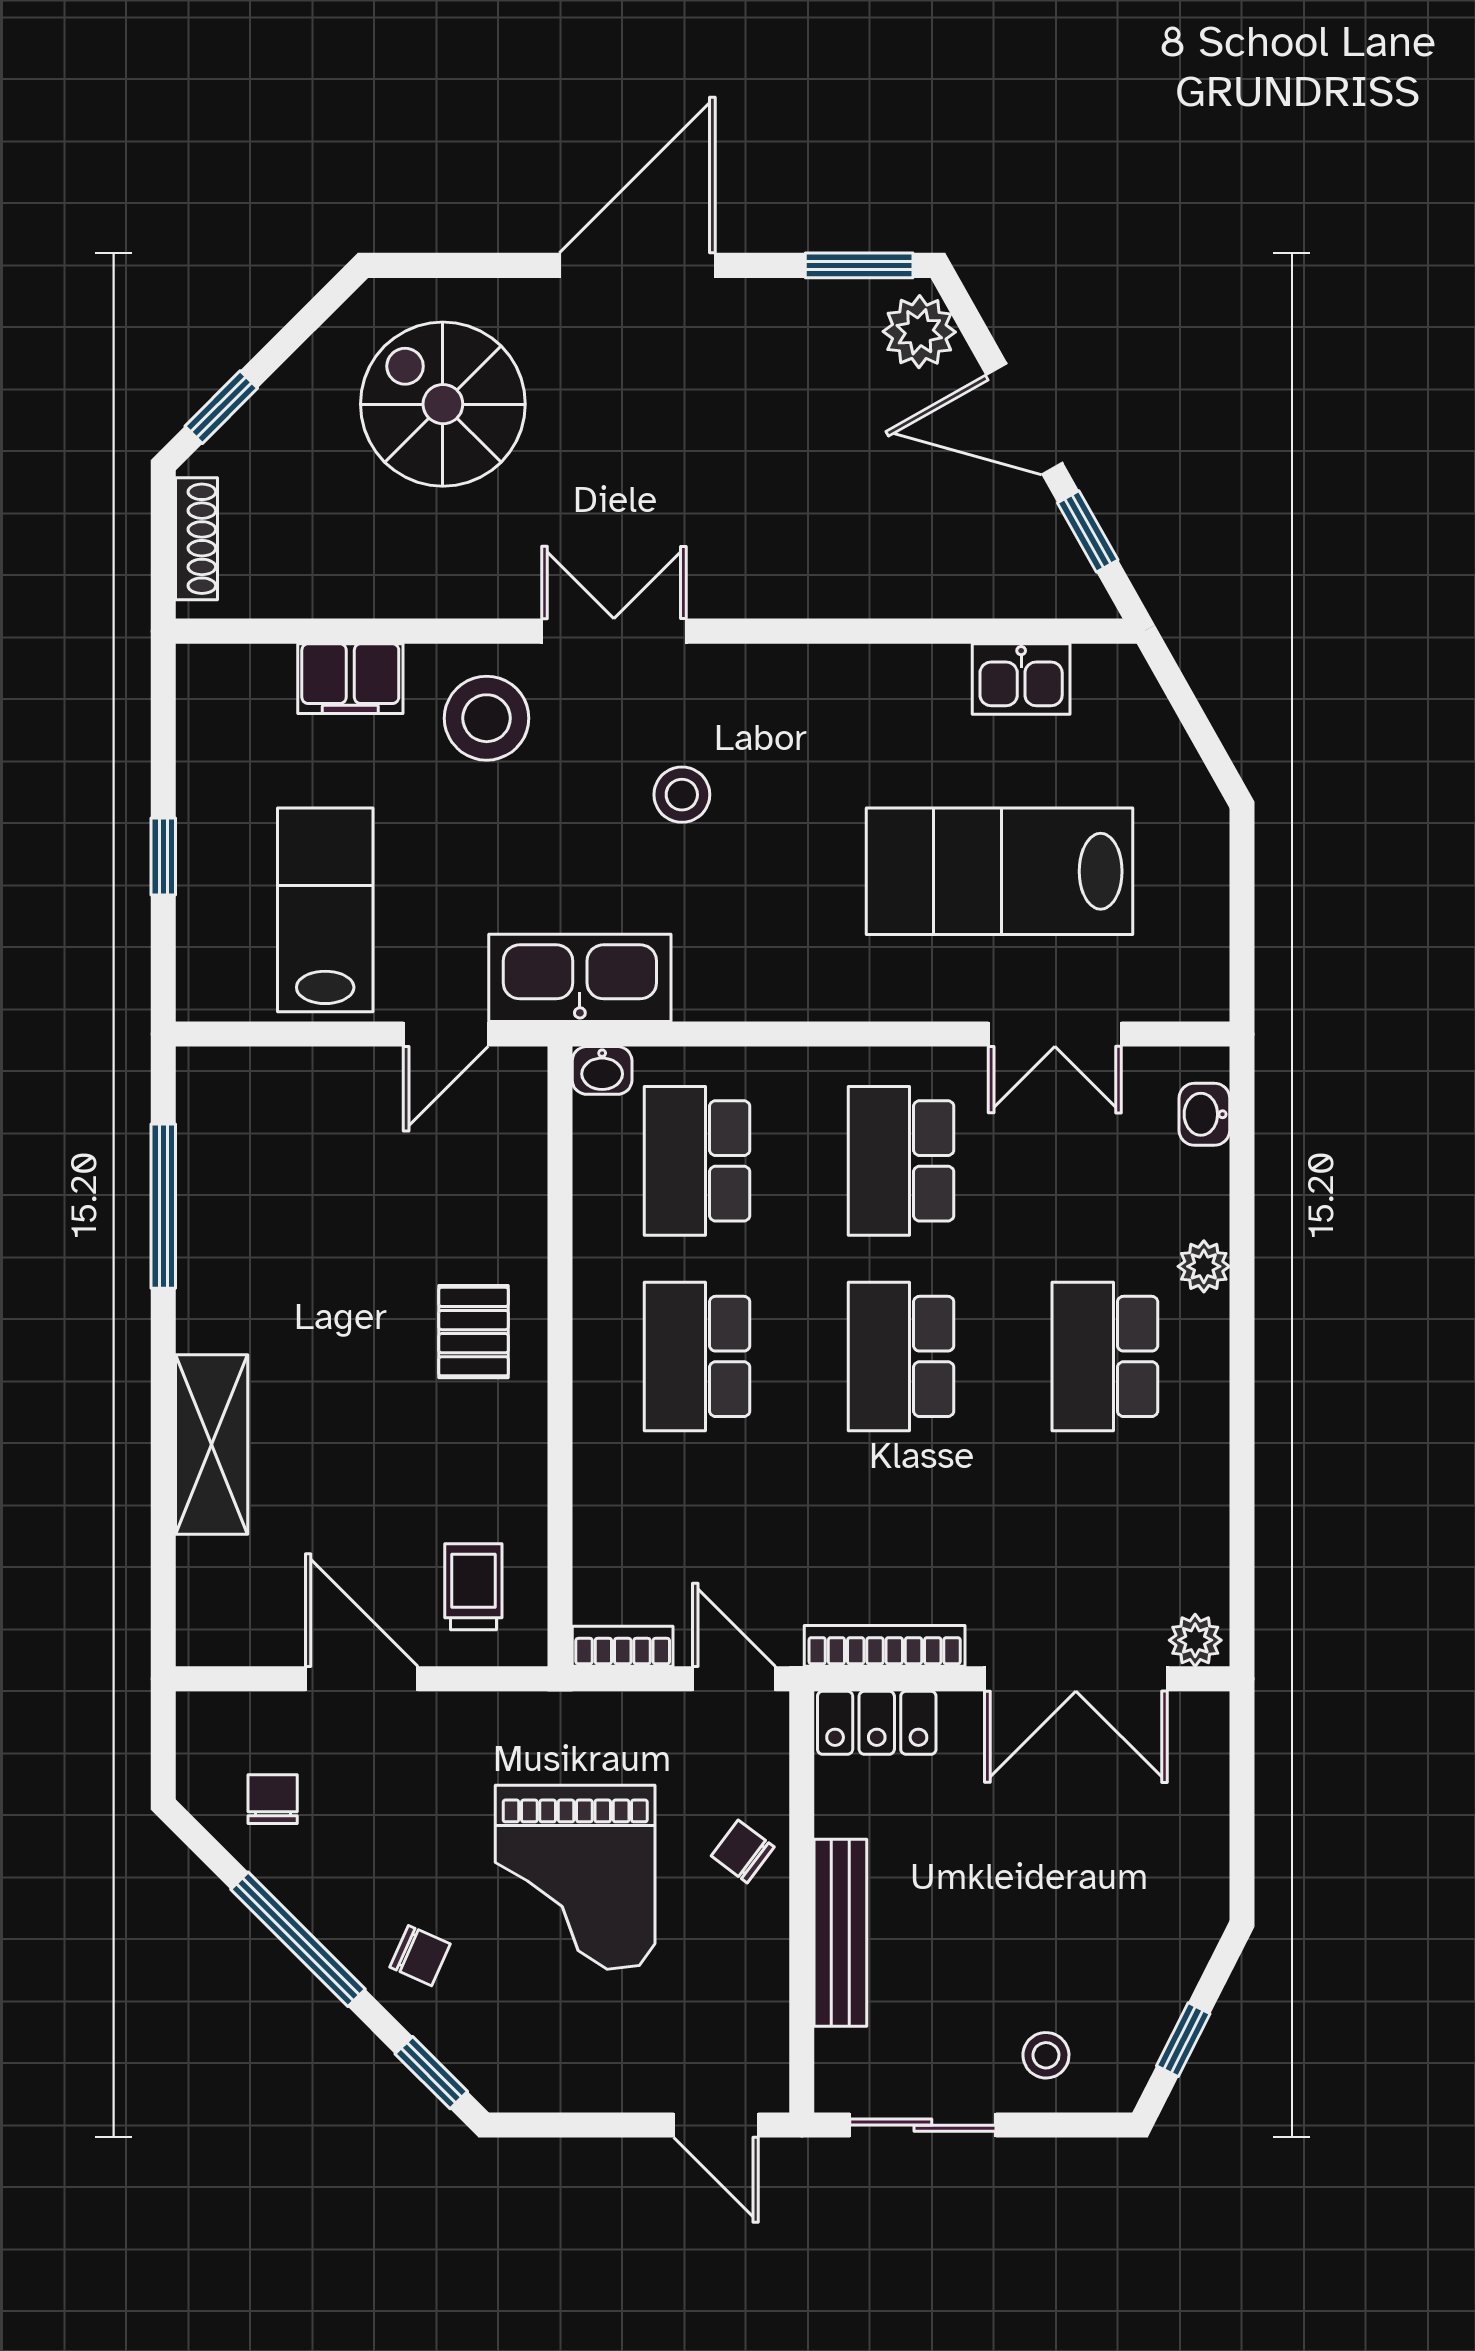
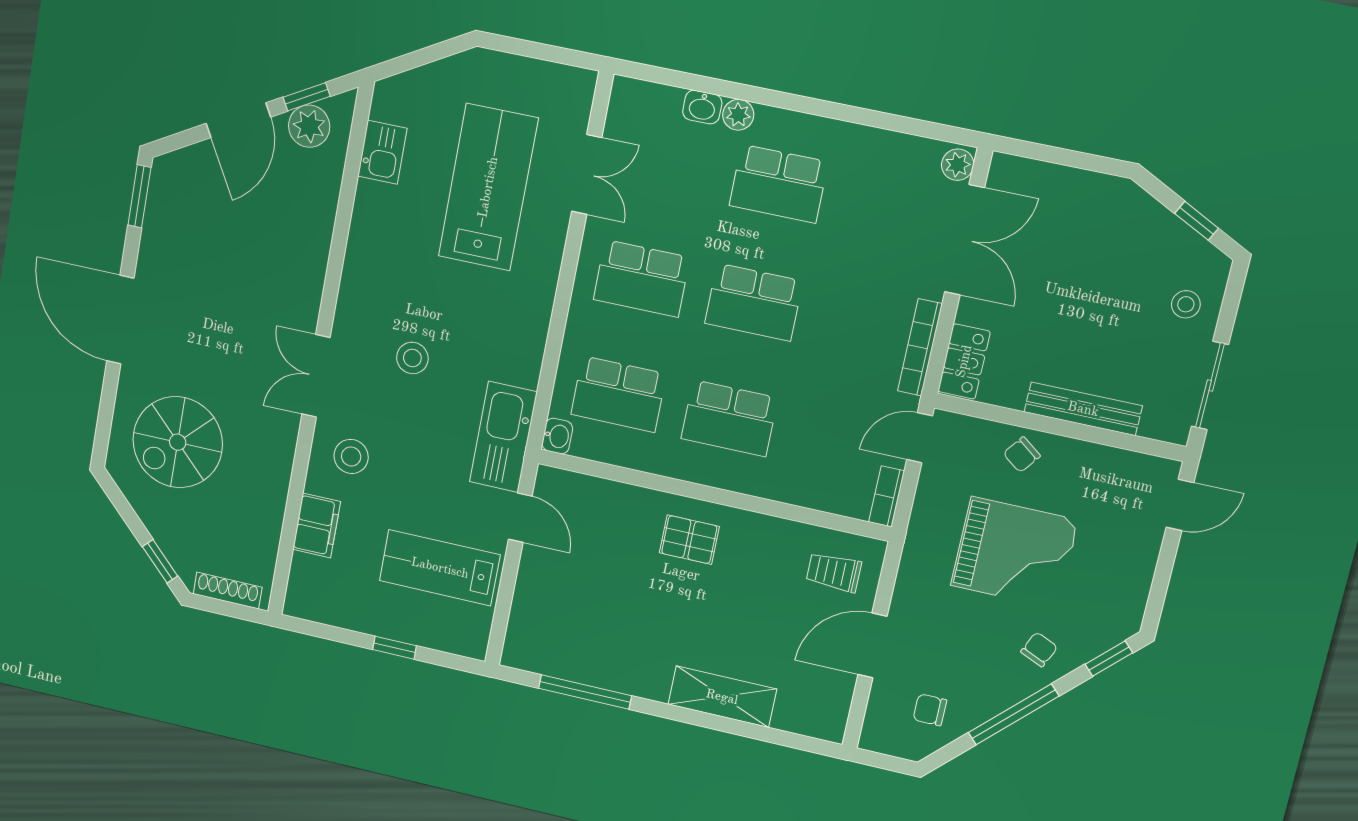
plant: (919, 332) -> (309, 126), moved
stool: (487, 718) -> (351, 456), width x0.73, depth x0.73
lab bench: (999, 871) -> (488, 187), turned 180
washbasin: (1204, 1114) -> (702, 107), moved

